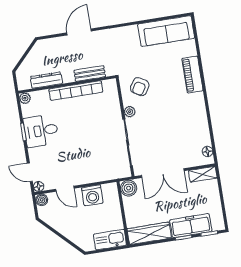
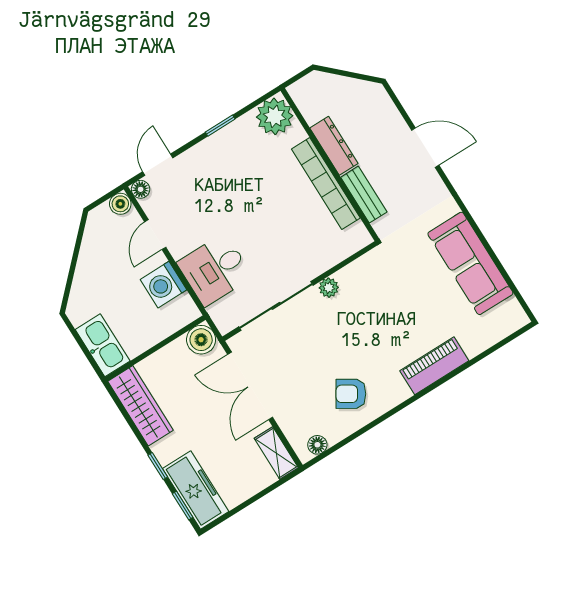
sofa: (166, 31) -> (470, 263), moved
dresser: (46, 80) -> (334, 146), moved
armchair: (140, 87) -> (351, 394), moved
plant: (25, 98) -> (275, 116), width x1.87, depth x1.87
desk: (41, 131) -> (215, 270), moved, turned -90
freezer: (191, 226) -> (196, 490), moved

